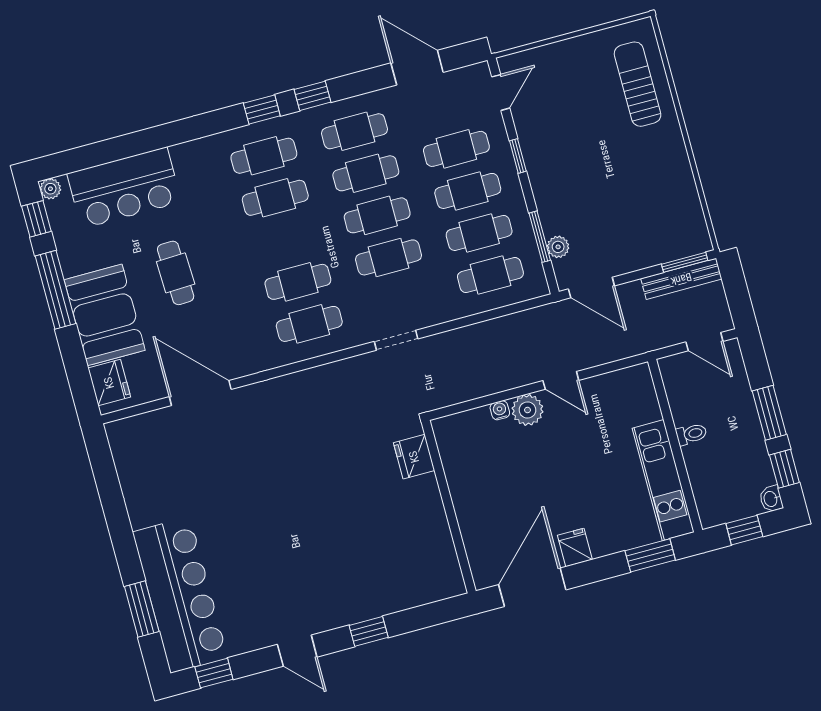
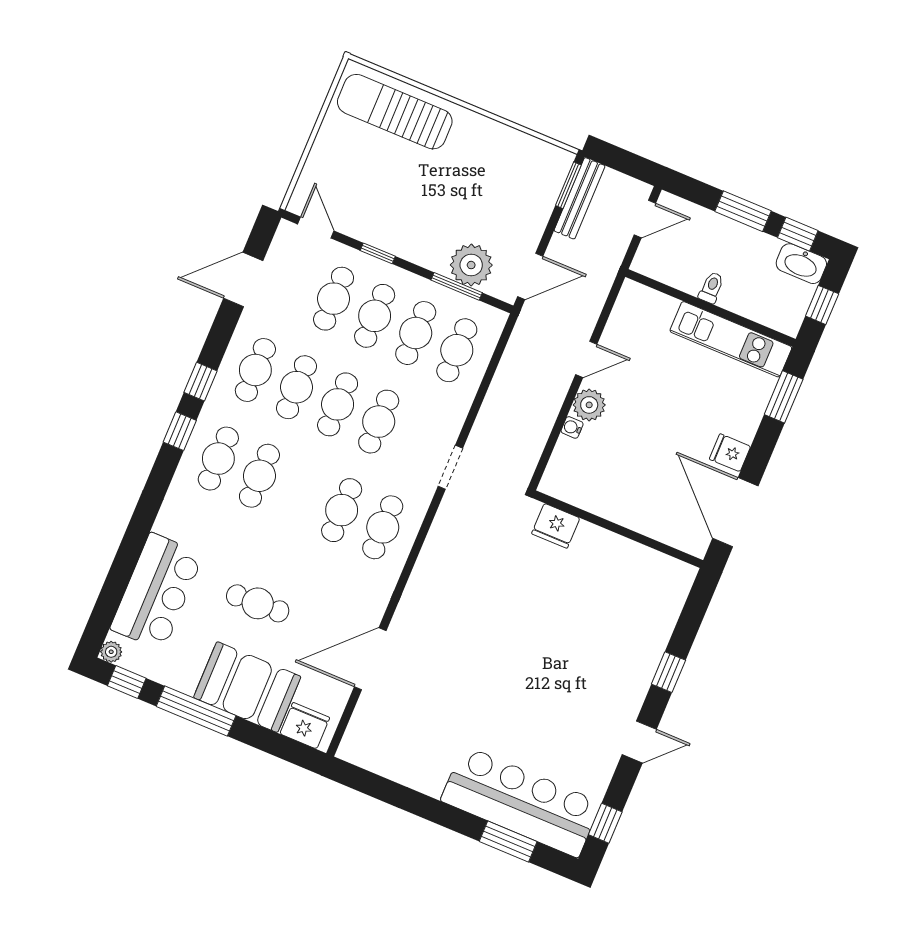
sun lounger: (638, 84) -> (395, 112), width x1.36, depth x1.34
plant: (558, 247) -> (471, 265), width x1.87, depth x1.87
washbasin: (771, 499) -> (801, 264), width x1.91, depth x1.45

